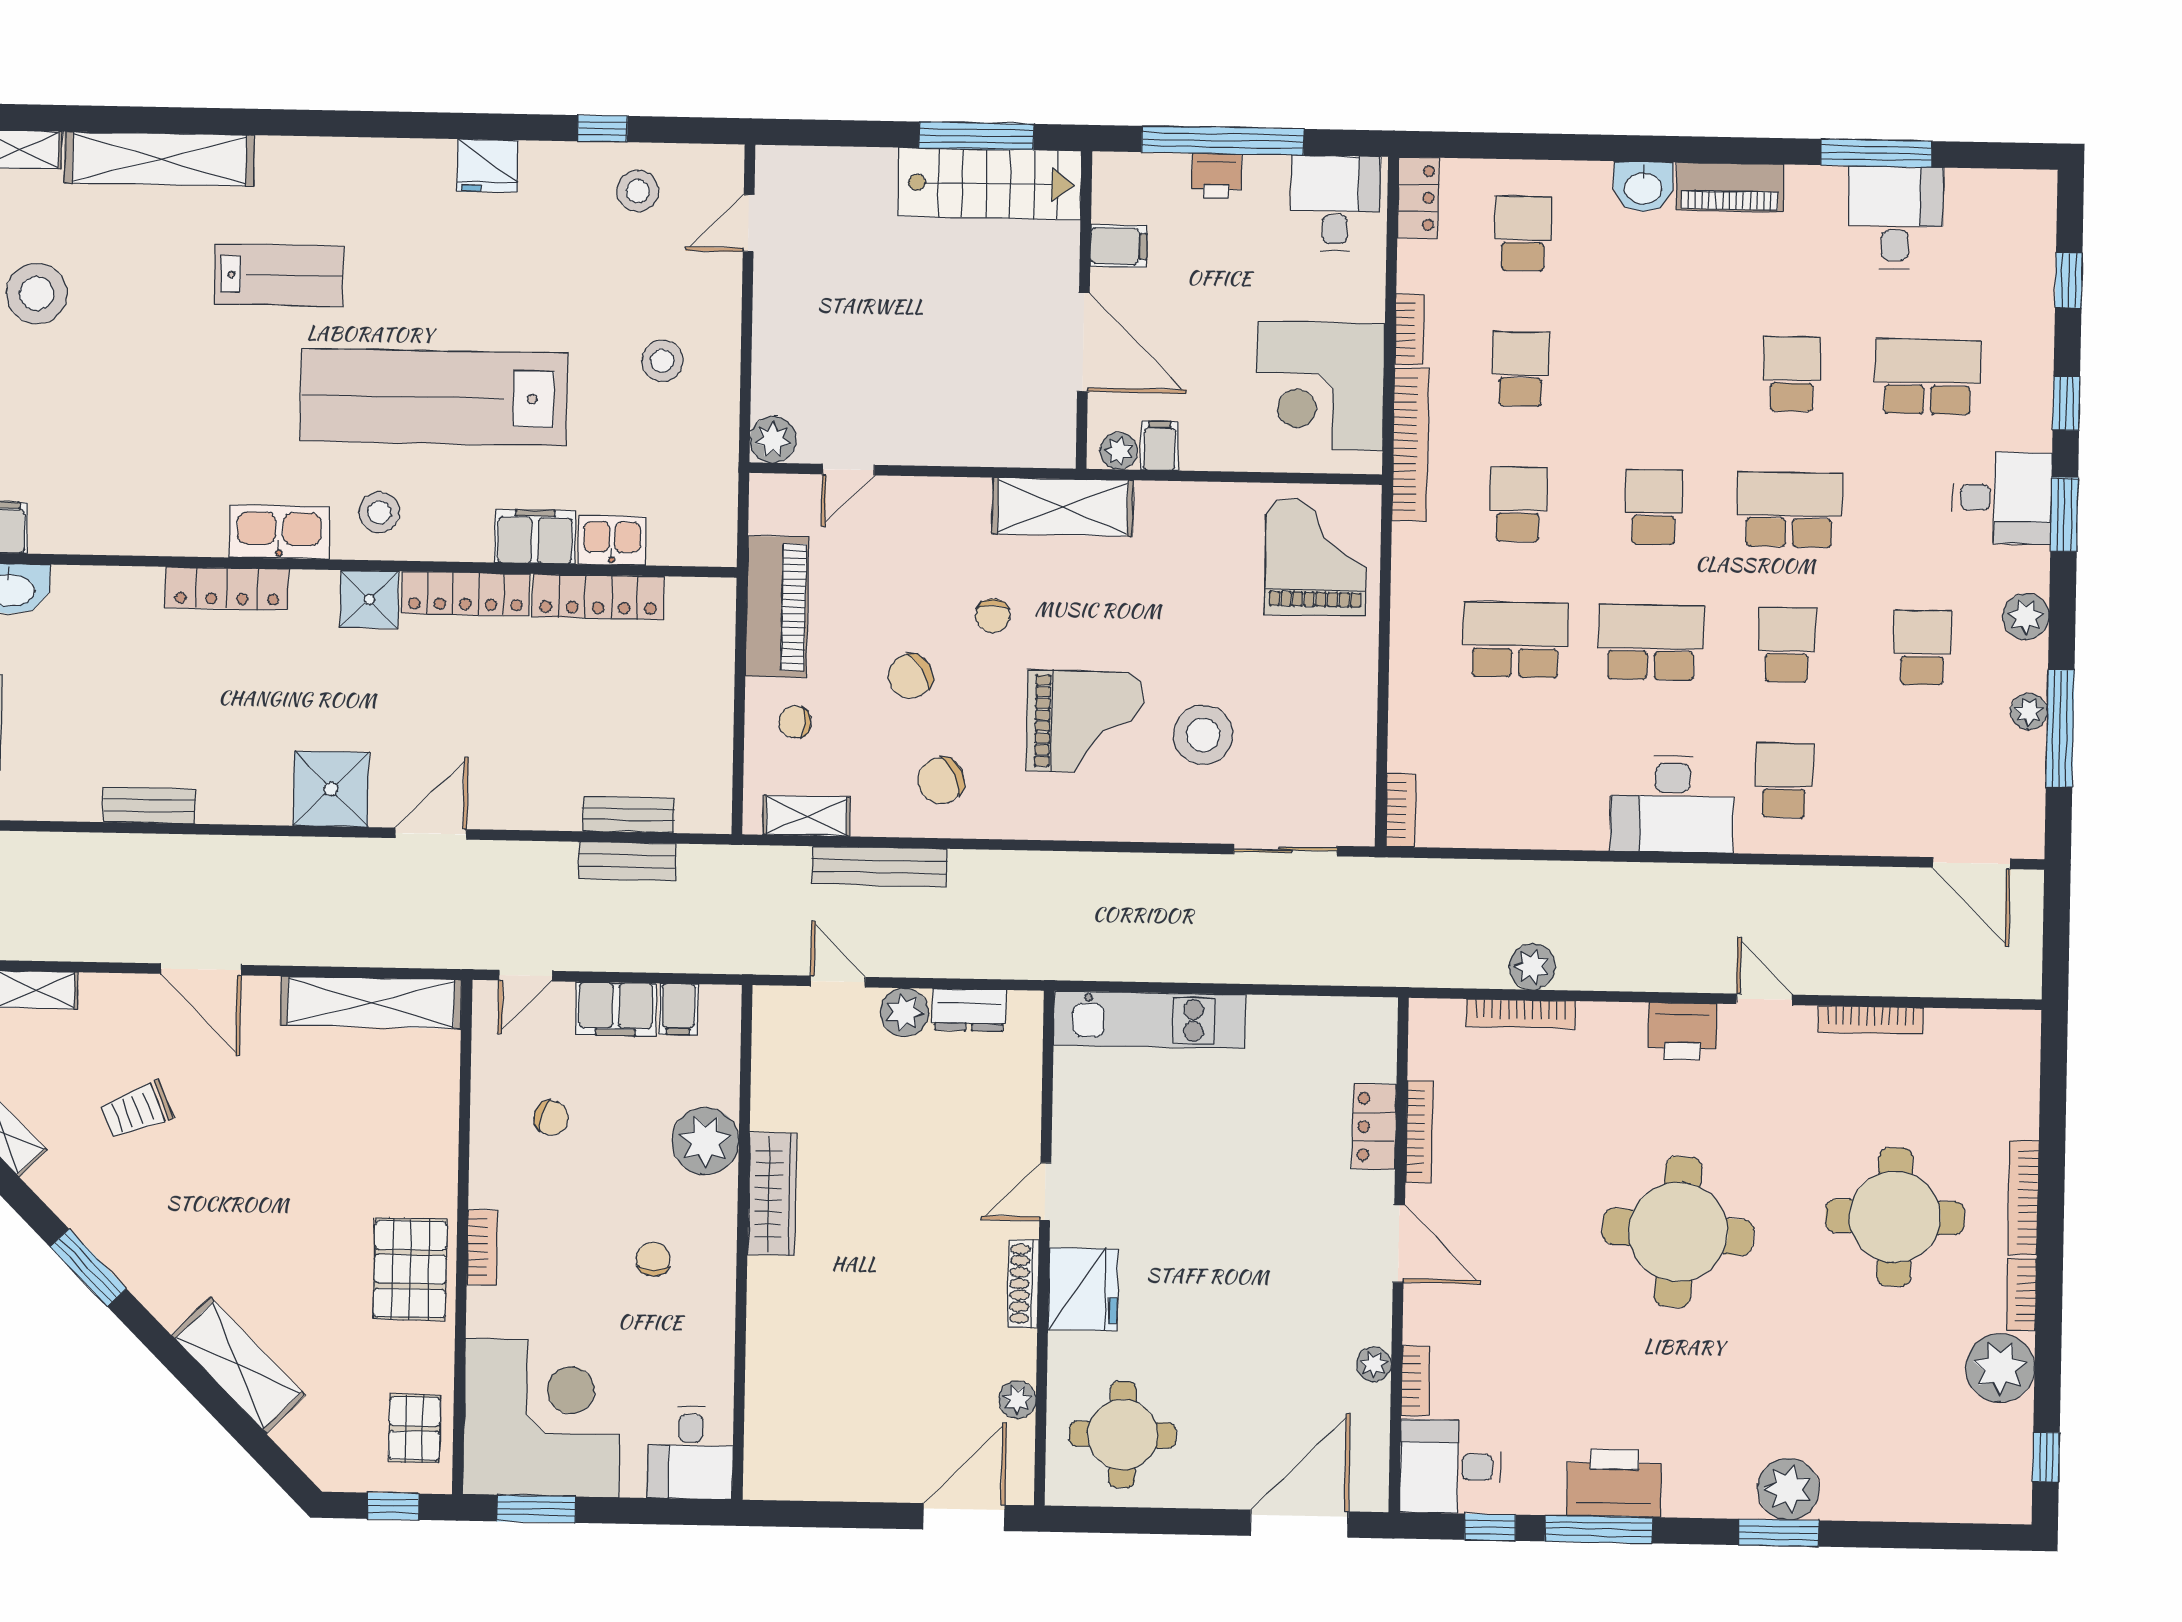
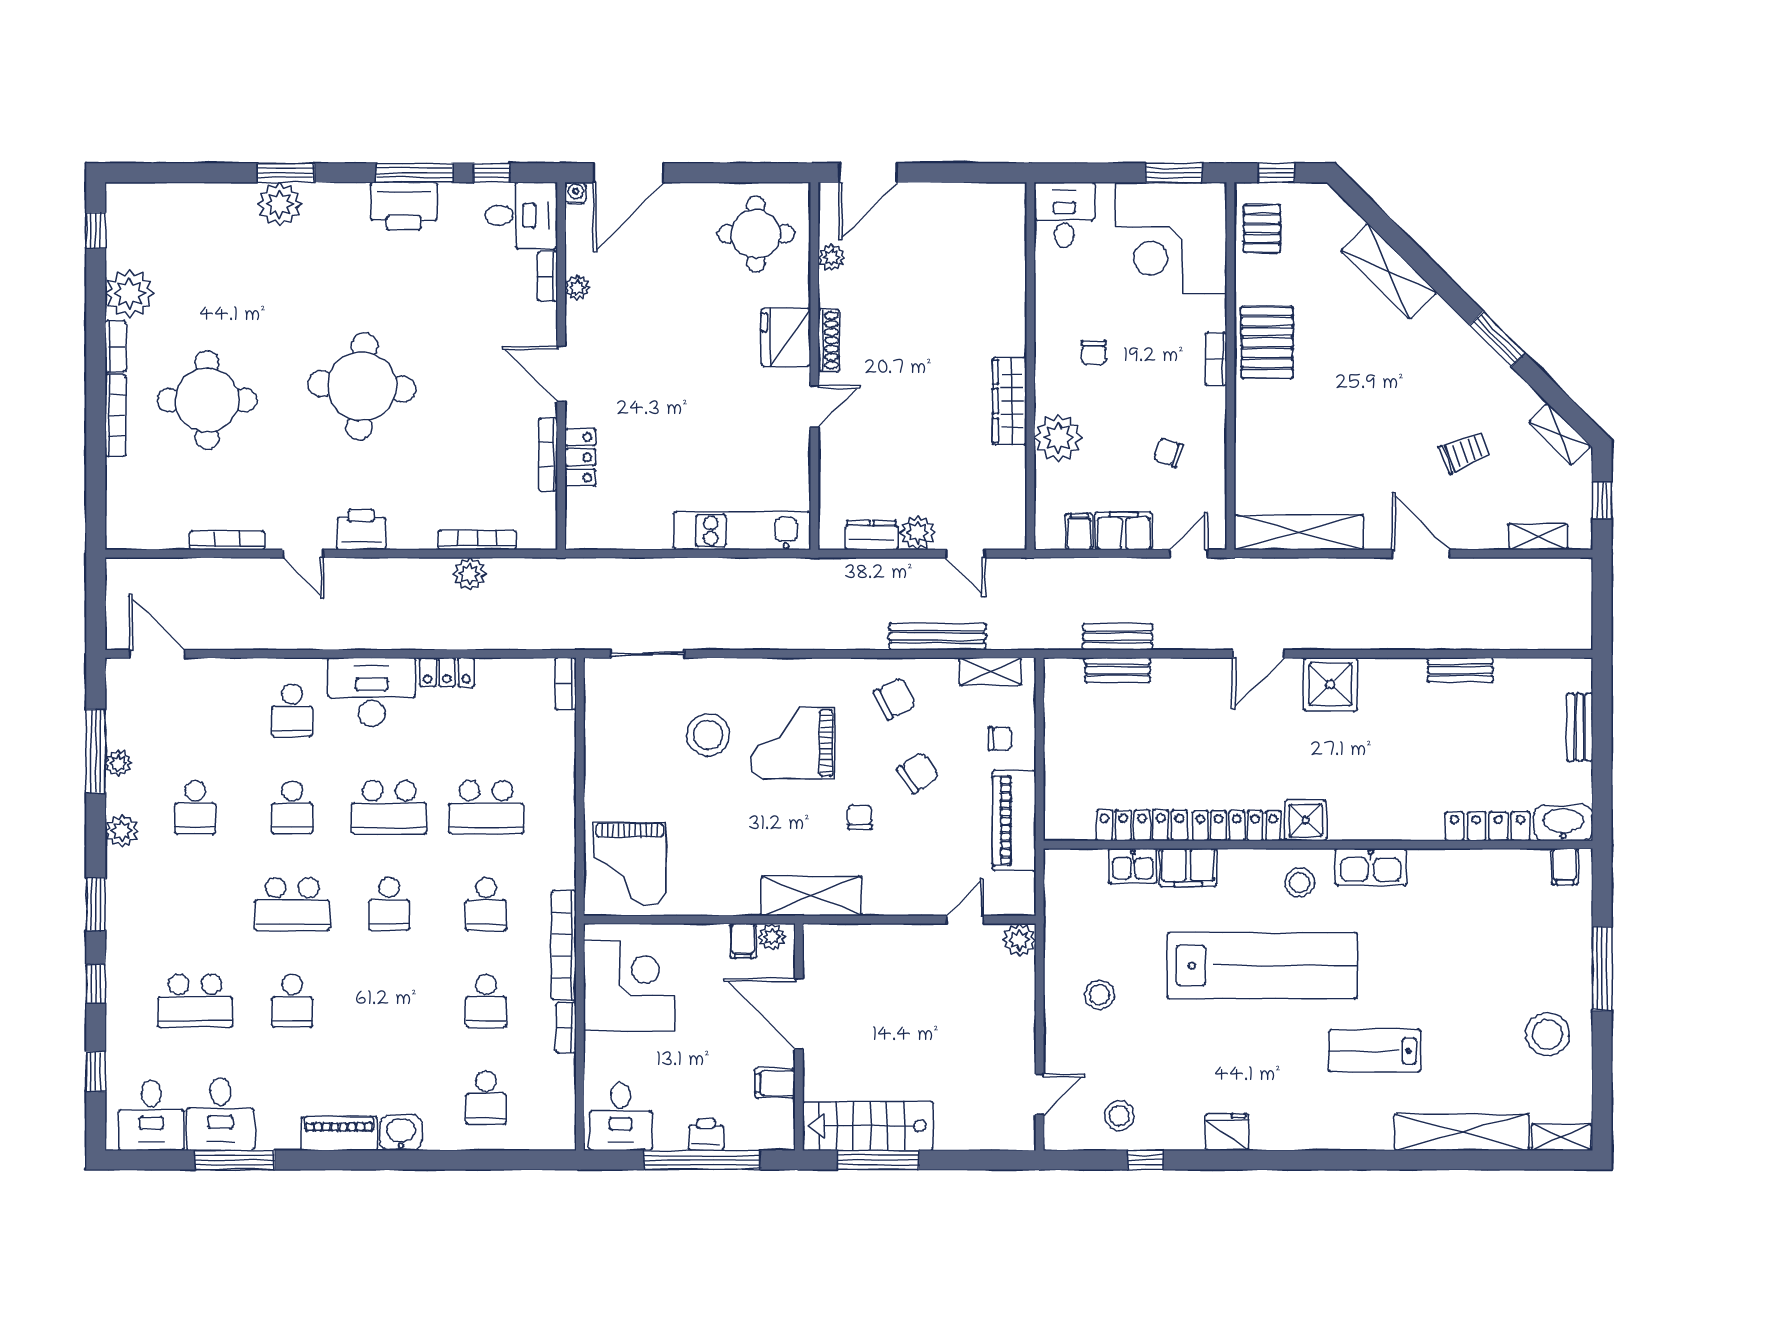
locker: (1418, 198) -> (447, 672), moved, turned -90
desk: (2002, 498) -> (151, 1115), moved, turned -90
locker: (227, 588) -> (1487, 826), moved
water cooler: (1373, 1497) -> (576, 193), added

